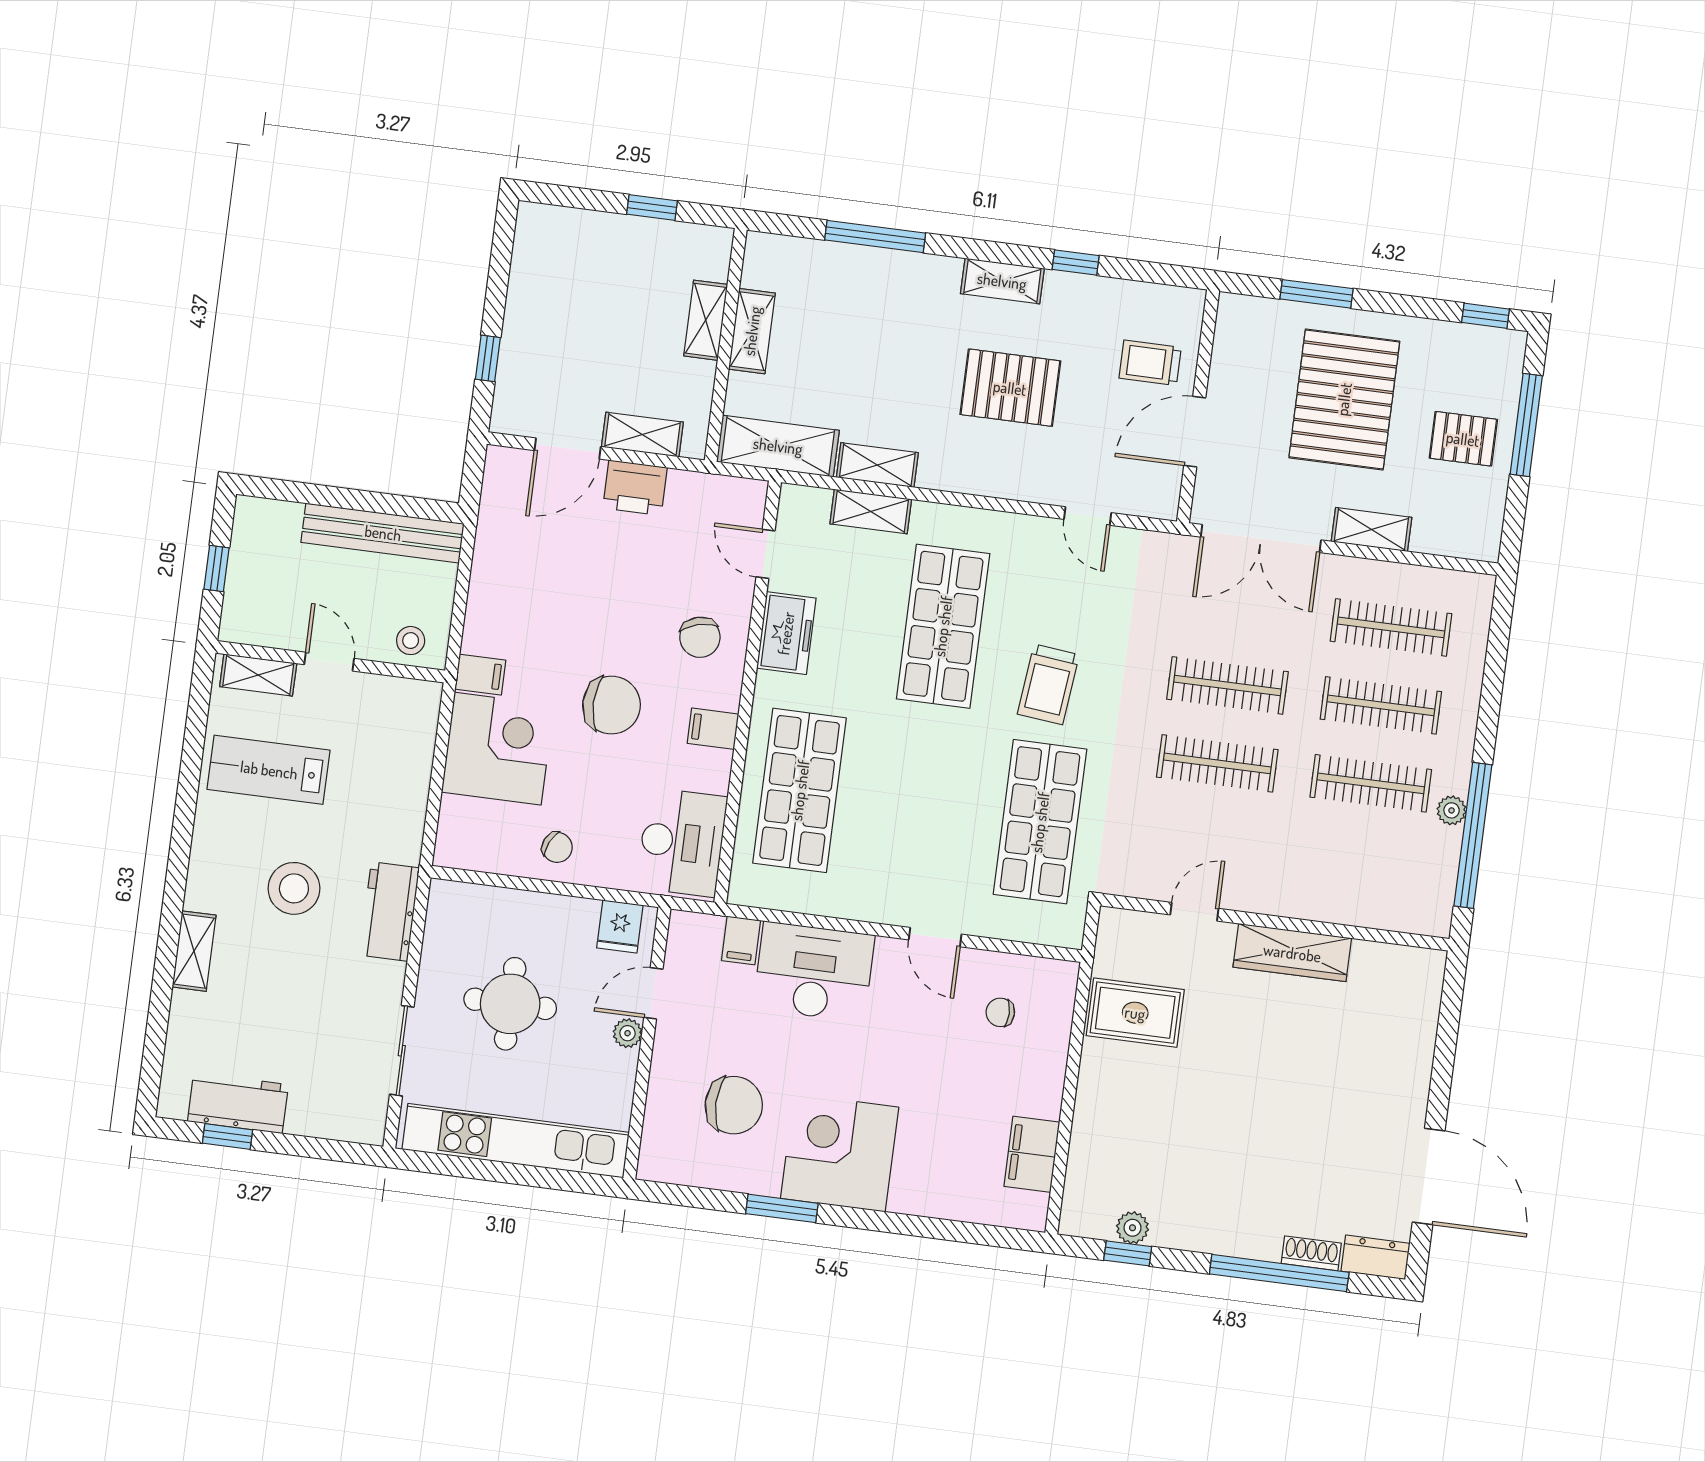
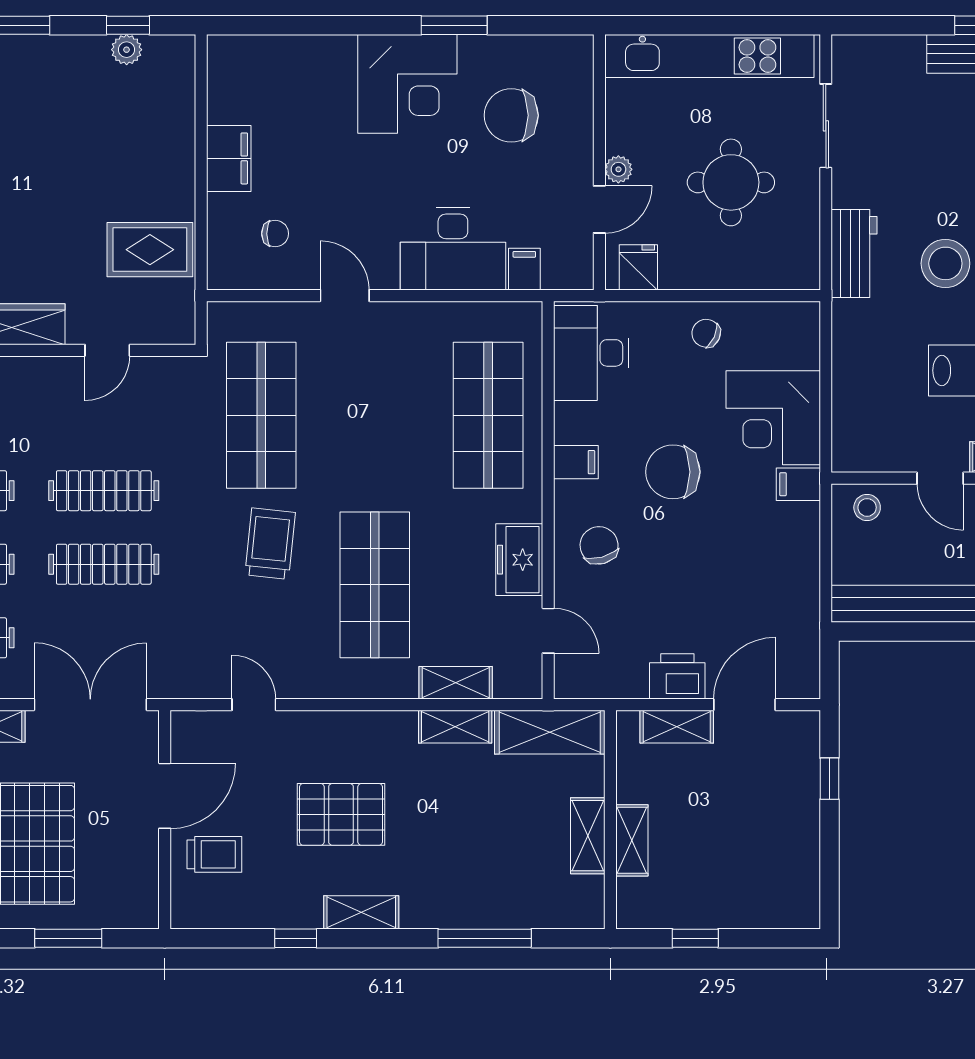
filing cabinet: (1032, 1154) -> (229, 158), moved

